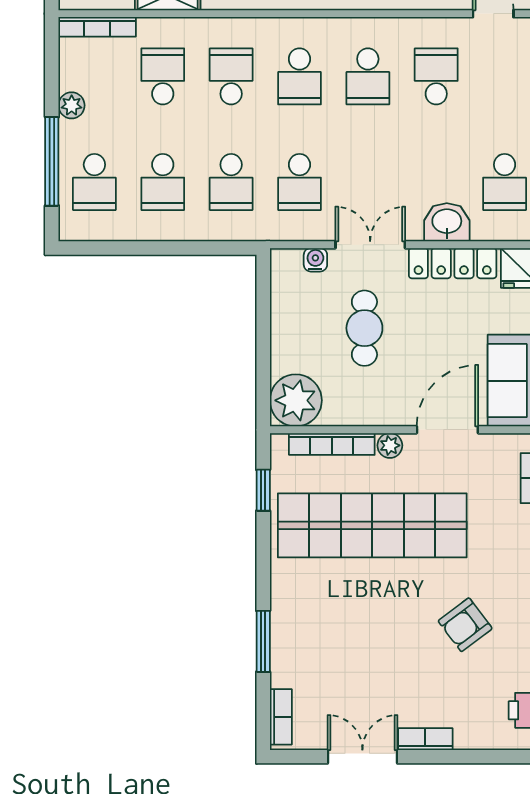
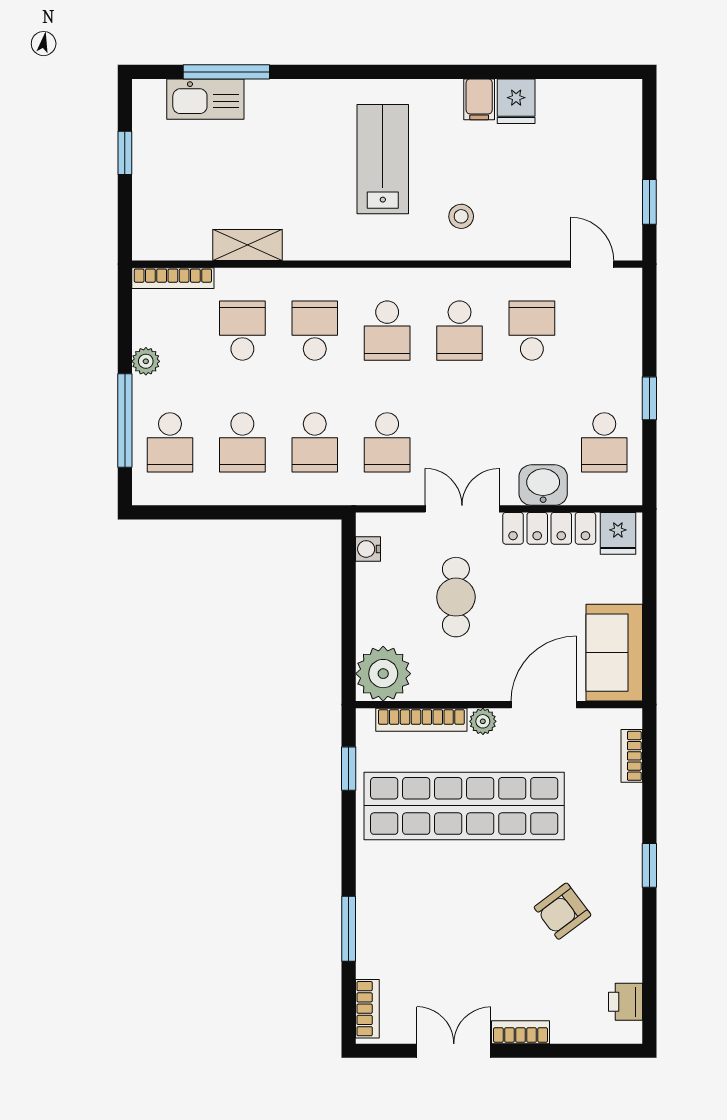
water cooler: (315, 260) -> (368, 549), moved, turned -90

